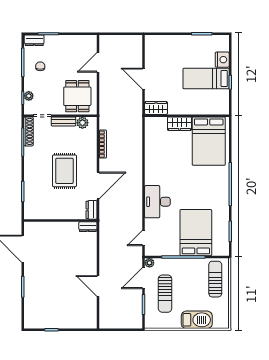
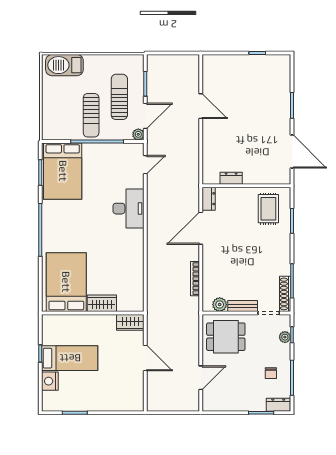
dining table: (77, 96) -> (226, 337), turned 90
rug: (64, 171) -> (268, 209), moved, width x0.73, depth x0.70
dresser: (88, 227) -> (231, 178), moved
bed: (196, 233) -> (63, 171), moved
sun lounger: (215, 279) -> (91, 115), moved
barbecue: (197, 320) -> (64, 65), moved

